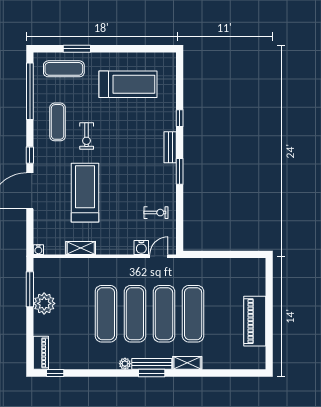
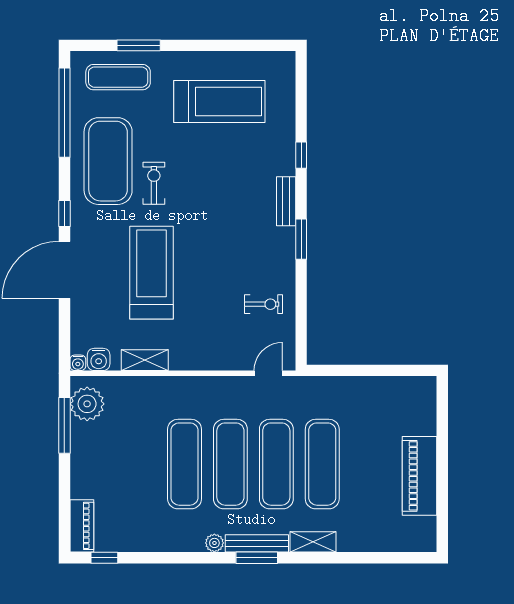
exercise mat: (58, 122) -> (108, 161), width x2.00, depth x1.45
exercise bike: (87, 136) -> (154, 183), turned 180
water cooler: (141, 247) -> (99, 359), moved
plant: (44, 303) -> (87, 404), moved

